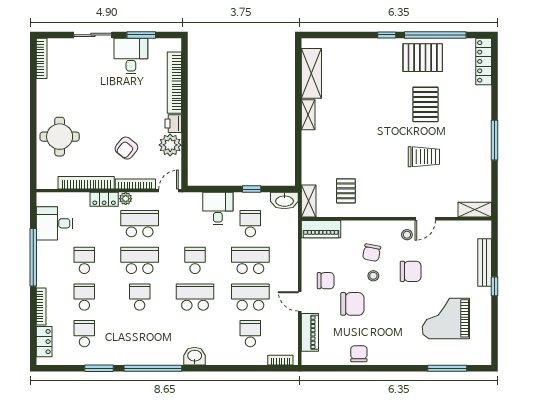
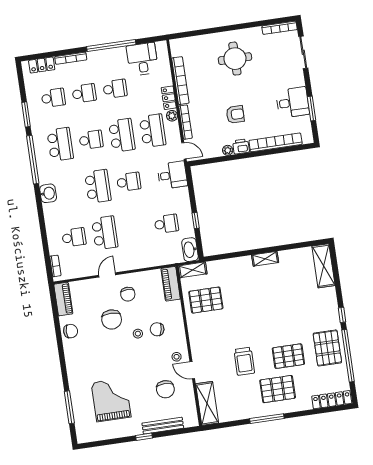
sliding door: (93, 35) -> (303, 52), moved
shelving: (311, 73) -> (323, 266), moved, turned 90
pallet: (462, 123) -> (278, 389), added
round table: (60, 137) -> (235, 59), moved
plant: (170, 145) -> (228, 150), width x0.53, depth x0.53
armchair: (126, 148) -> (235, 114), moved, turned 141
pallet: (346, 191) -> (206, 300), width x1.50, depth x1.42
desk: (218, 208) -> (172, 175), moved
shelving: (475, 210) -> (207, 403), width x1.50, depth x1.33
school desk: (250, 260) -> (60, 144), moved
chair: (411, 271) -> (165, 389), moved
piano: (310, 332) -> (63, 299), moved, turned -90

